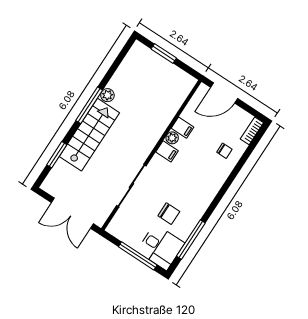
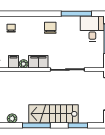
plant: (107, 95) -> (12, 119), moved
filing cabinet: (167, 151) -> (38, 62), width x2.00
chair: (169, 214) -> (50, 28), moved

